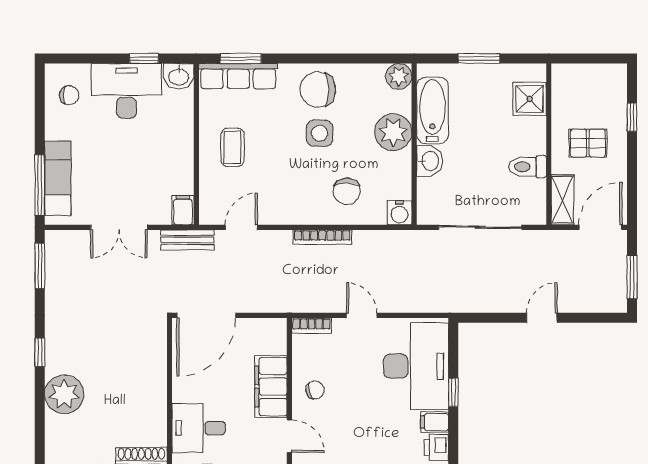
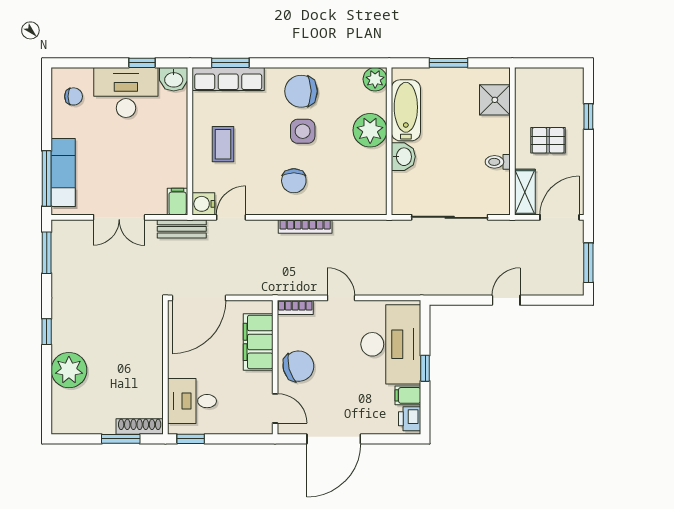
toilet: (528, 167) -> (498, 162), width x0.73, depth x0.72
chair: (347, 191) -> (294, 181), moved
water cooler: (399, 213) -> (203, 204), moved, turned 90
filing cabinet: (271, 386) -> (258, 342), moved
chair: (315, 390) -> (298, 366), width x1.87, depth x1.87

